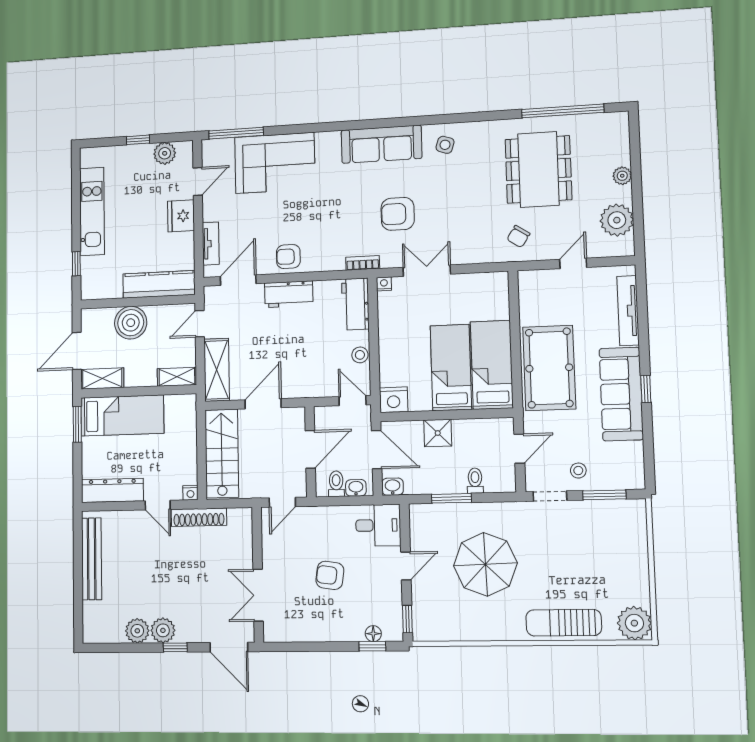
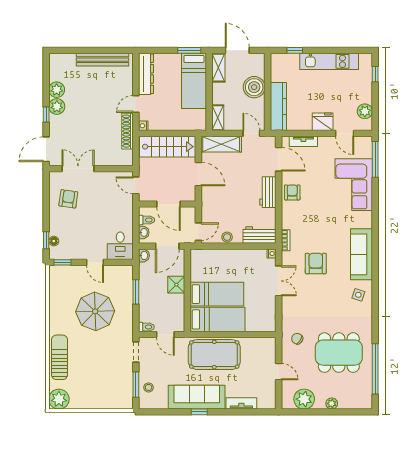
window: (138, 140) -> (375, 74), moved
tv unit: (628, 311) -> (241, 403), width x0.71
nightstand: (394, 400) -> (198, 258), removed
stool: (578, 471) -> (149, 387), moved
toilet: (475, 481) -> (146, 327), moved
armchair: (330, 575) -> (68, 199), moved

